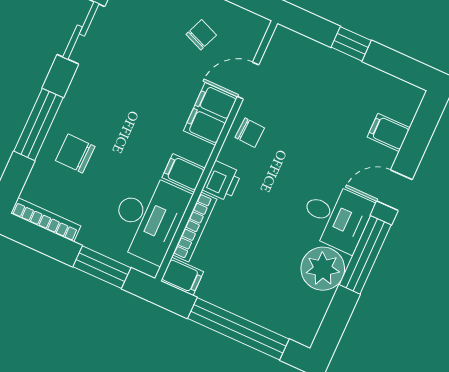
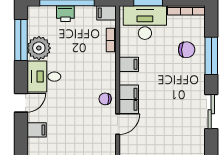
chair: (201, 35) -> (151, 136), removed
printer: (222, 181) -> (65, 14), moved, turned -90
desk: (149, 218) -> (145, 23), moved, turned 90
bookcase: (195, 227) -> (111, 40), width x0.64
window: (365, 255) -> (21, 40), moved

